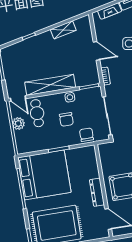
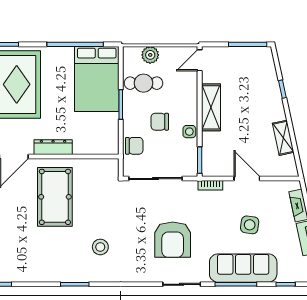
door: (96, 51) -> (247, 179), swing flipped
shelving: (50, 85) -> (211, 107), width x0.68
cafe table: (37, 113) -> (143, 83), moved
plant: (18, 124) -> (150, 55), moved
bed: (44, 175) -> (97, 79), width x0.73

